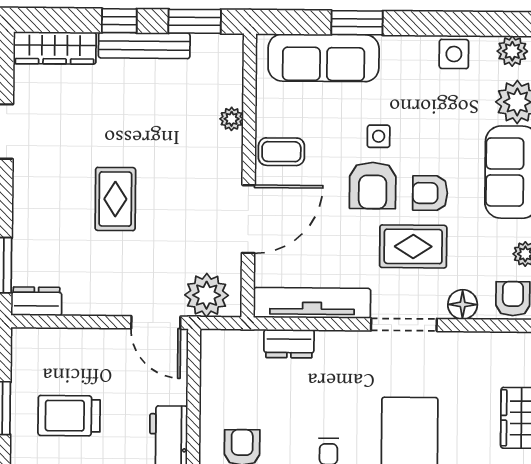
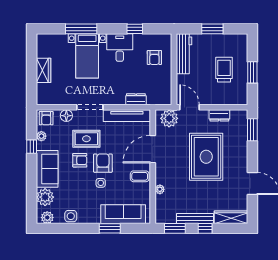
rug: (115, 199) -> (206, 157), width x1.86, depth x2.06
dresser: (36, 301) -> (219, 115), moved
trolley: (69, 416) -> (224, 70), turned -90

